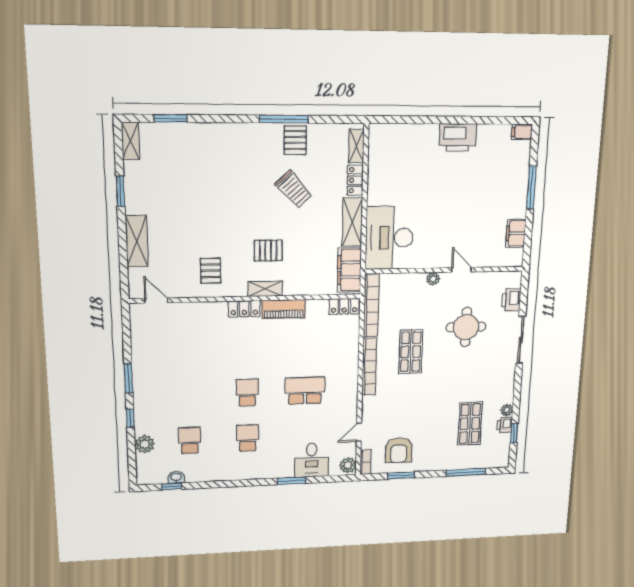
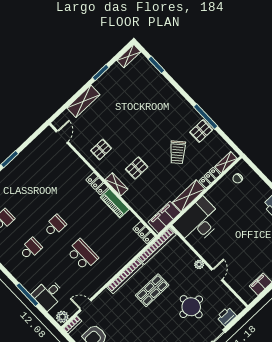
chair: (386, 150) -> (238, 178), added
pallet: (268, 251) -> (137, 168), turned 90
window: (292, 481) -> (27, 295), width x1.44

